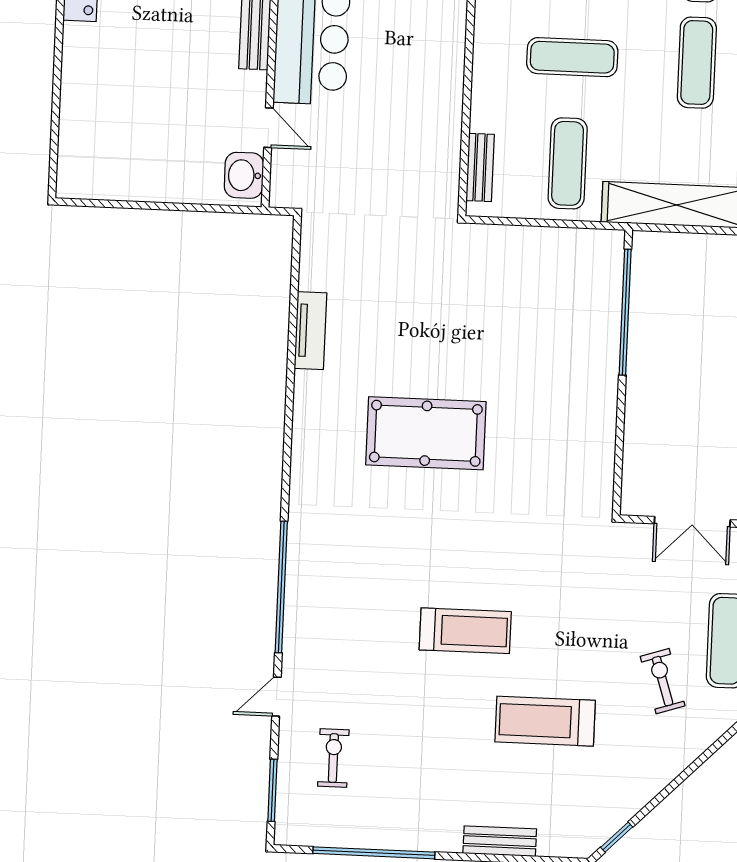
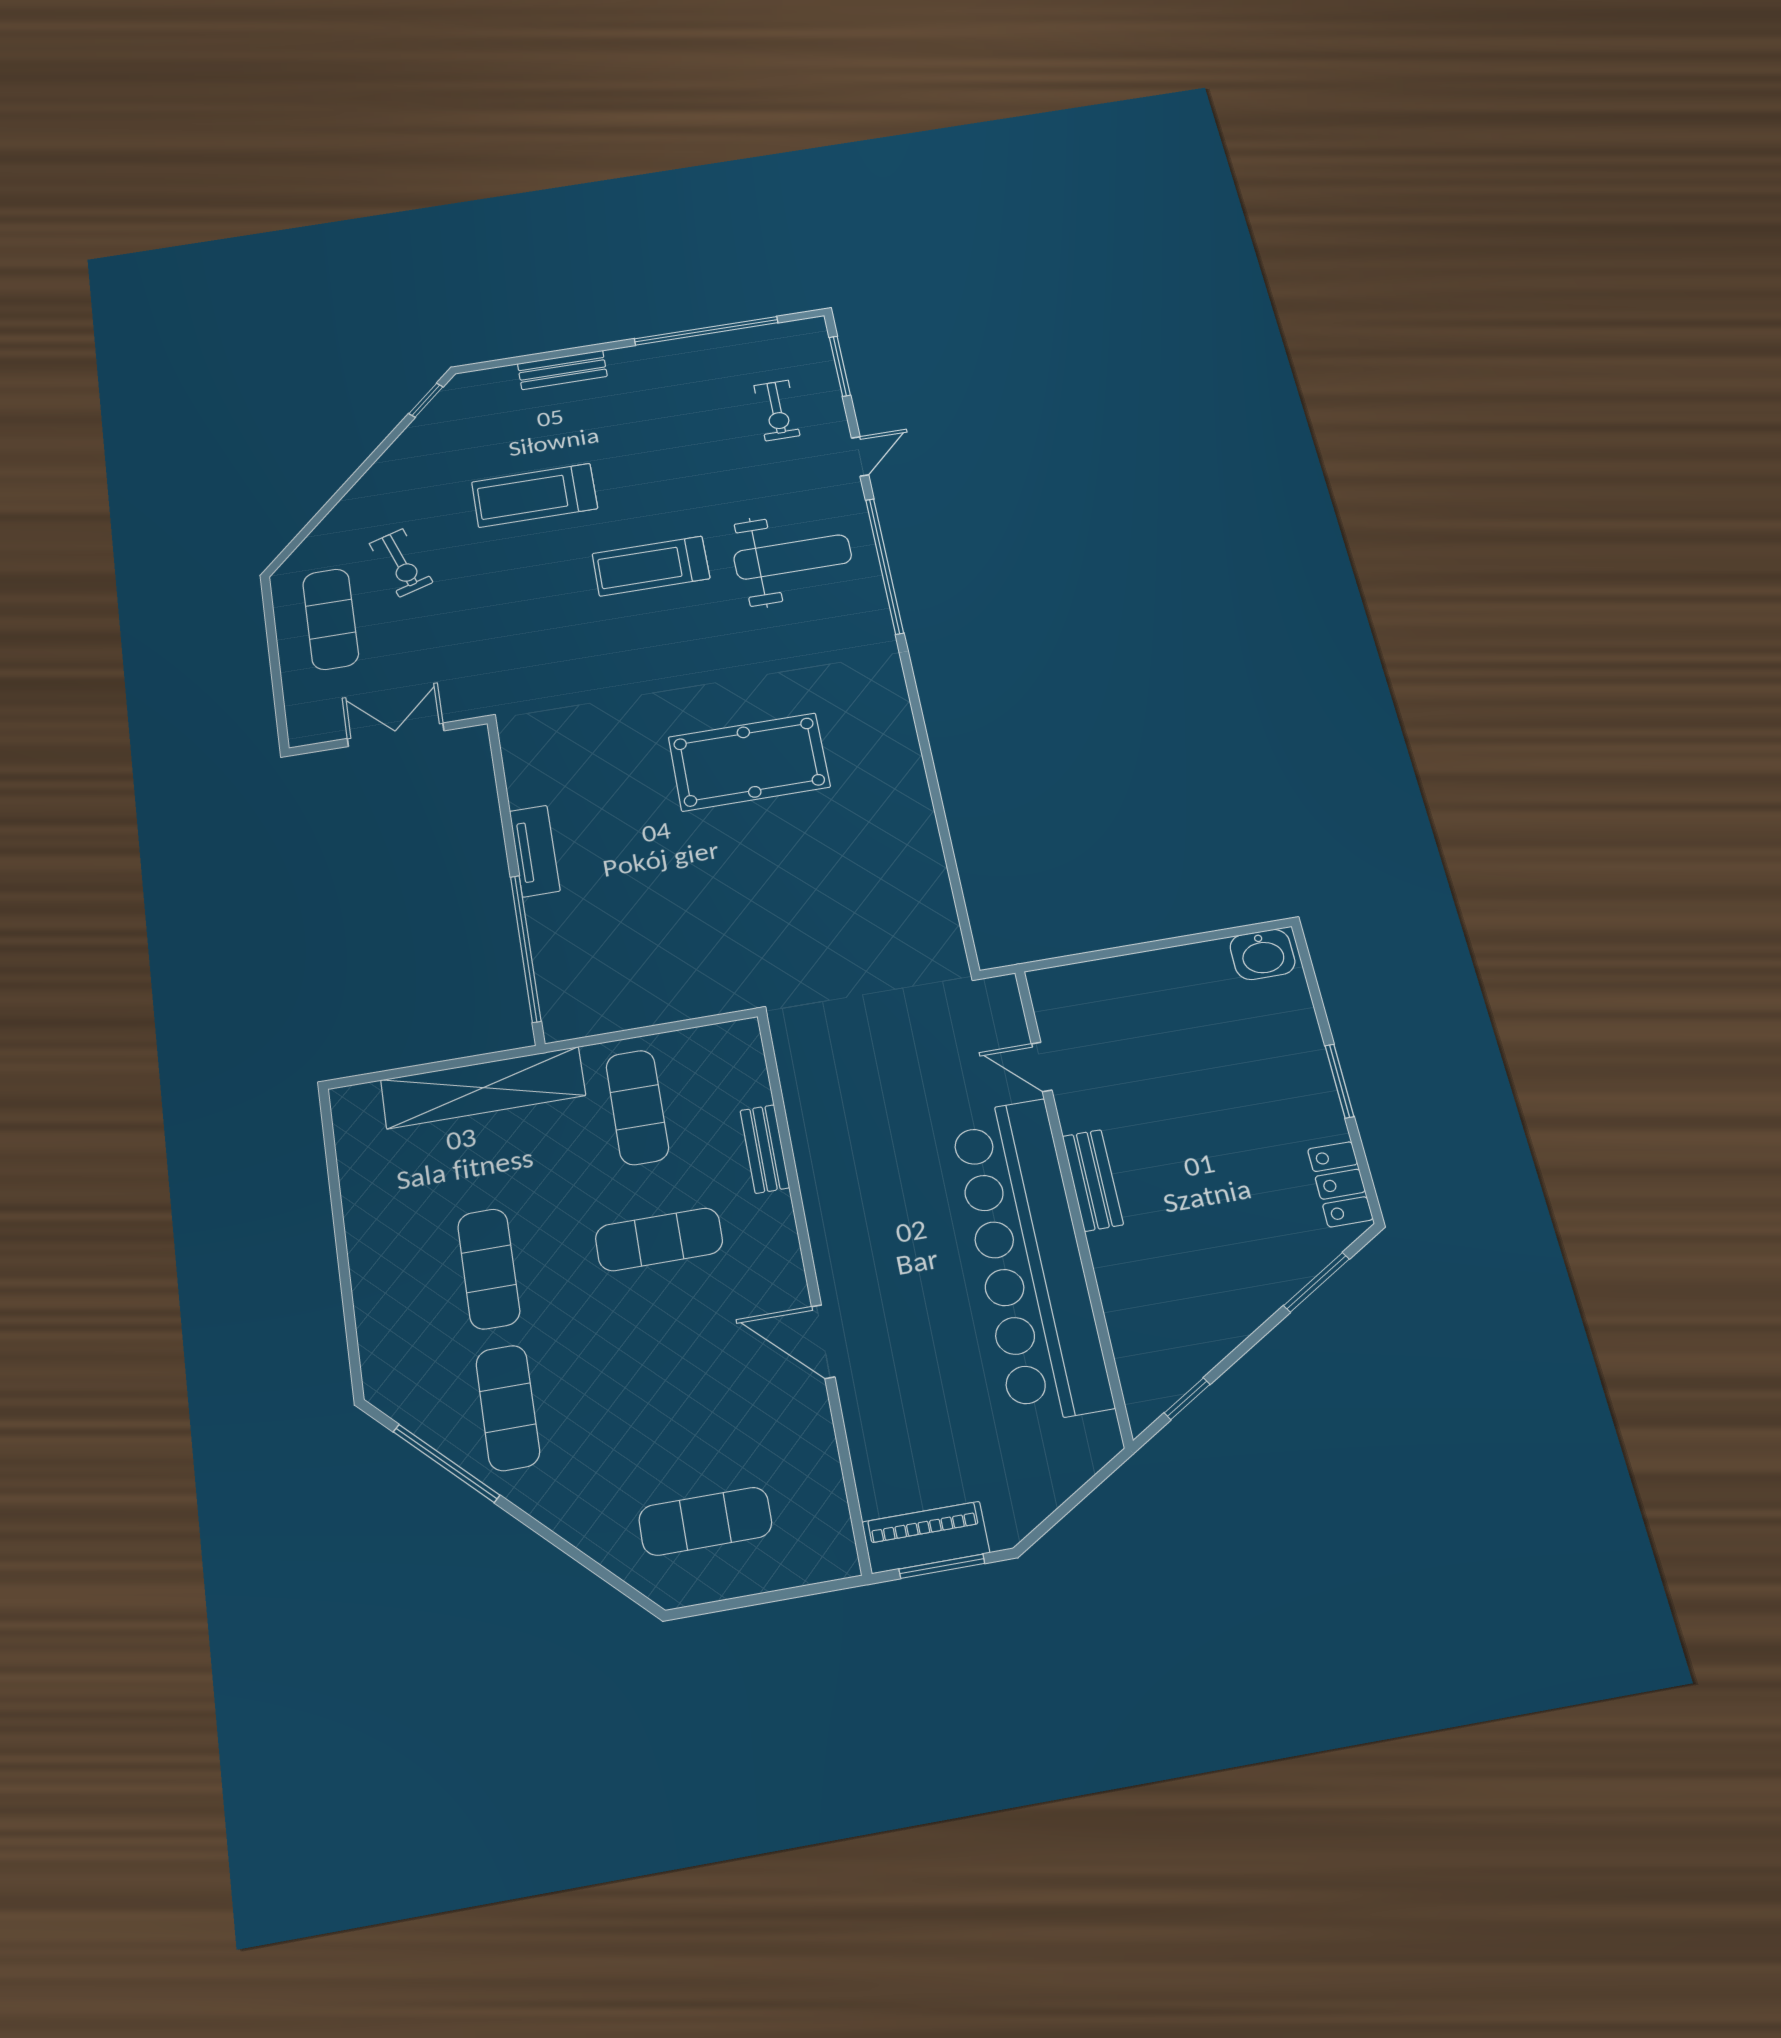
window: (58, 67) -> (1340, 1081), added
bench: (480, 167) -> (765, 1149), moved
washbasin: (244, 175) -> (1263, 954), moved, turned 90
tv unit: (310, 331) -> (535, 851), moved, turned 180
weight bench: (352, 613) -> (793, 557), added
treadmill: (545, 721) -> (534, 495), turned 180

